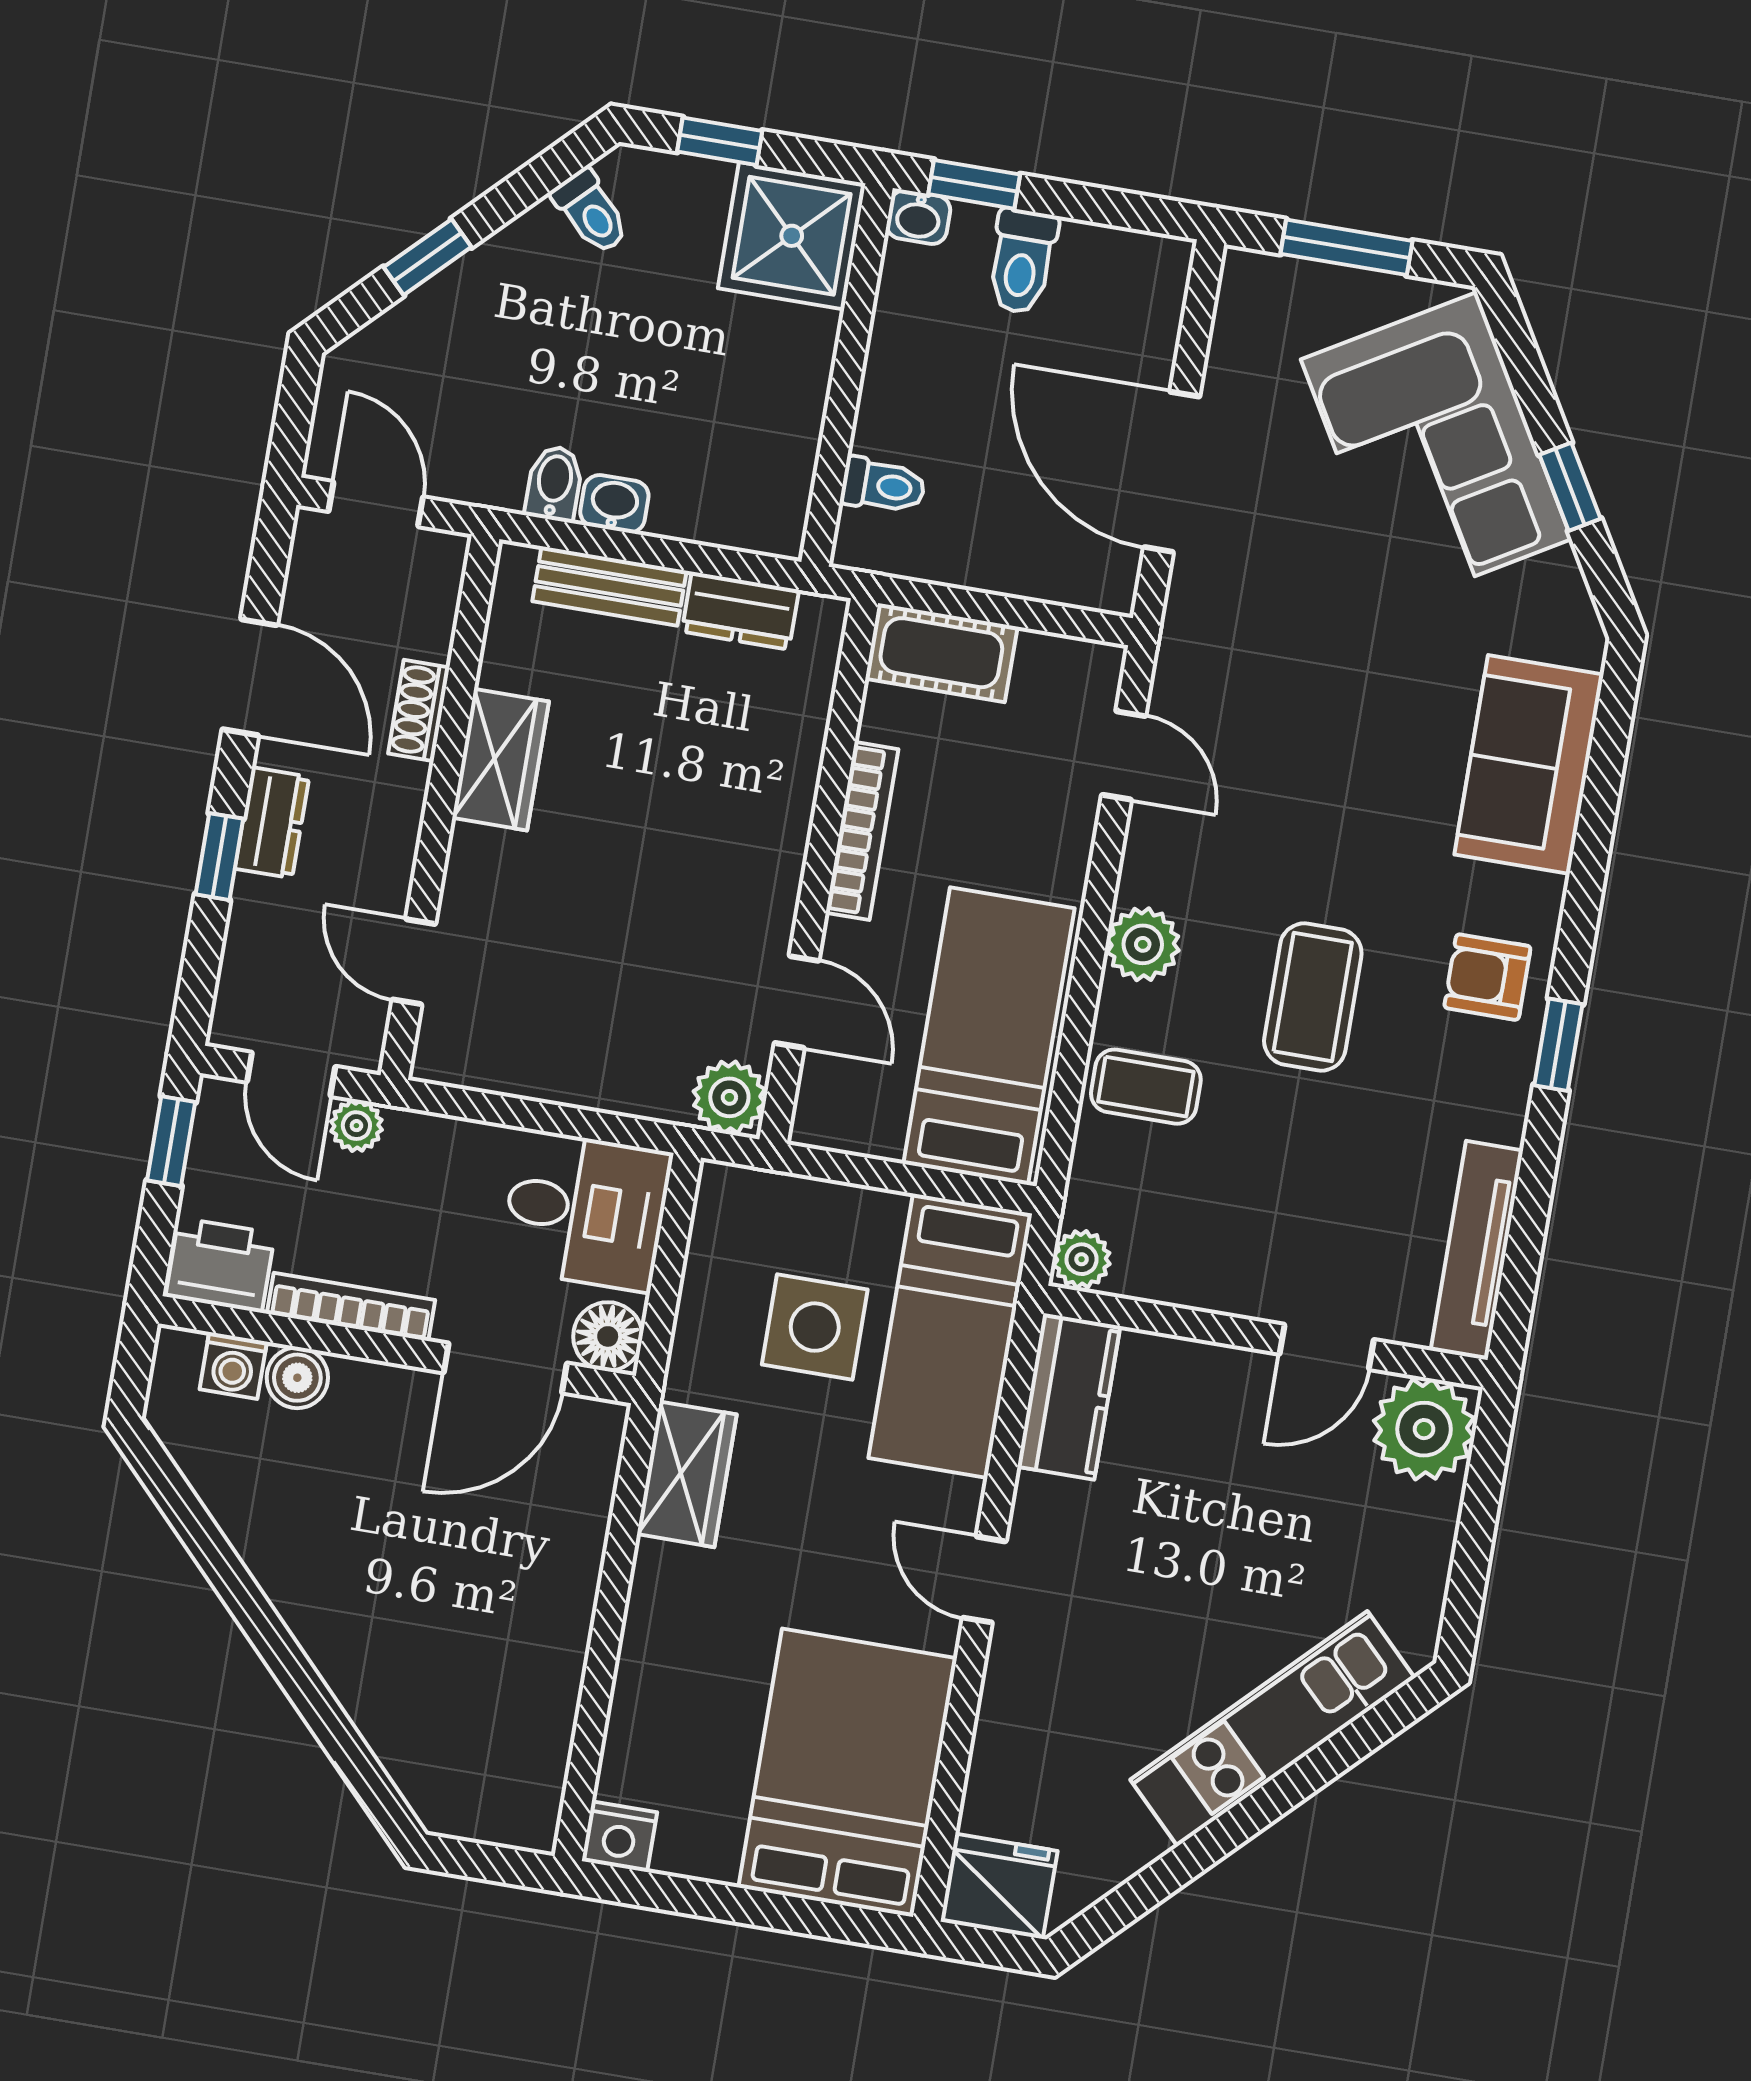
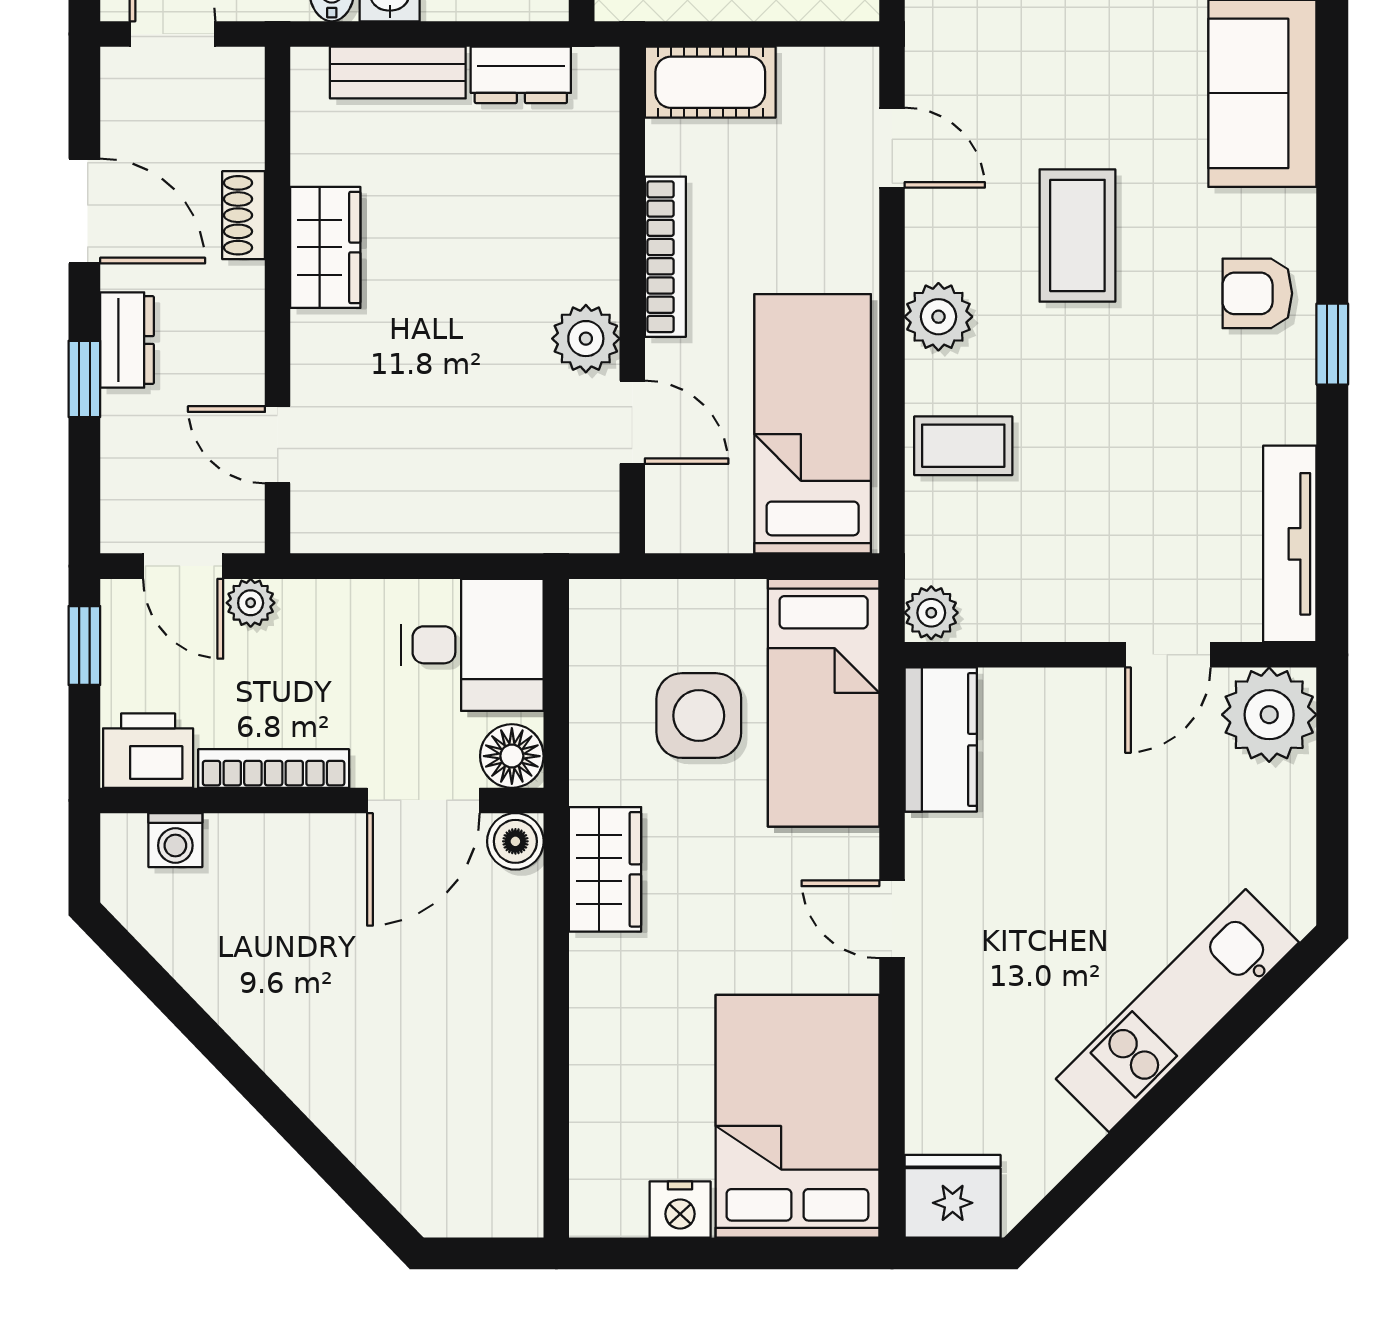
coffee table: (1313, 997) -> (1077, 235), moved
plant: (729, 1097) -> (586, 339), moved
boiler: (297, 1378) -> (515, 841), moved
nightstand: (619, 1837) -> (680, 1209), moved

